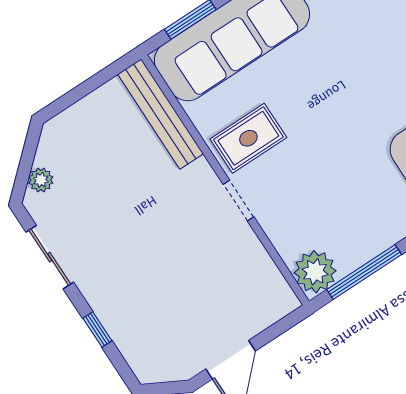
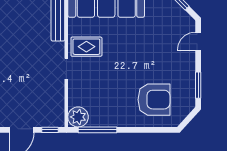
window: (280, 327) -> (50, 130), added

